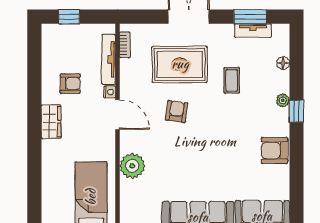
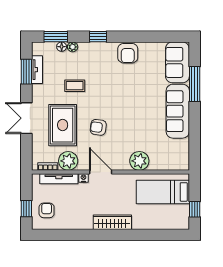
window: (297, 55) -> (56, 37), added
plant: (132, 72) -> (68, 161), added
armchair: (70, 84) -> (47, 210), moved
plant: (283, 100) -> (73, 47), moved
door: (118, 115) -> (101, 172), hinge flipped
wardrobe: (51, 122) -> (112, 222), width x1.50

